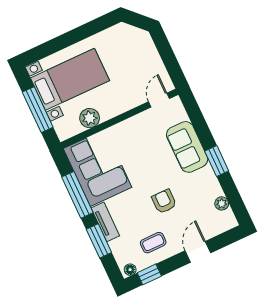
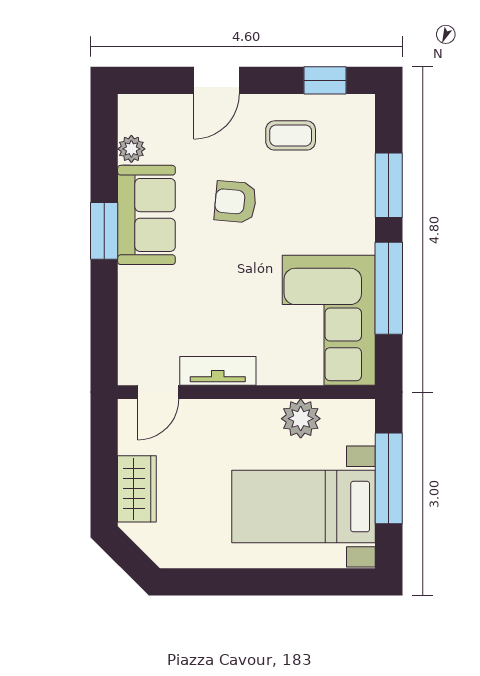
wardrobe: (148, 52) -> (137, 489), added
sofa: (187, 147) -> (146, 215), moved
armchair: (164, 201) -> (235, 202), turned 95
tv unit: (105, 222) -> (218, 371), moved, turned 90
floor lamp: (130, 270) -> (356, 106), removed

